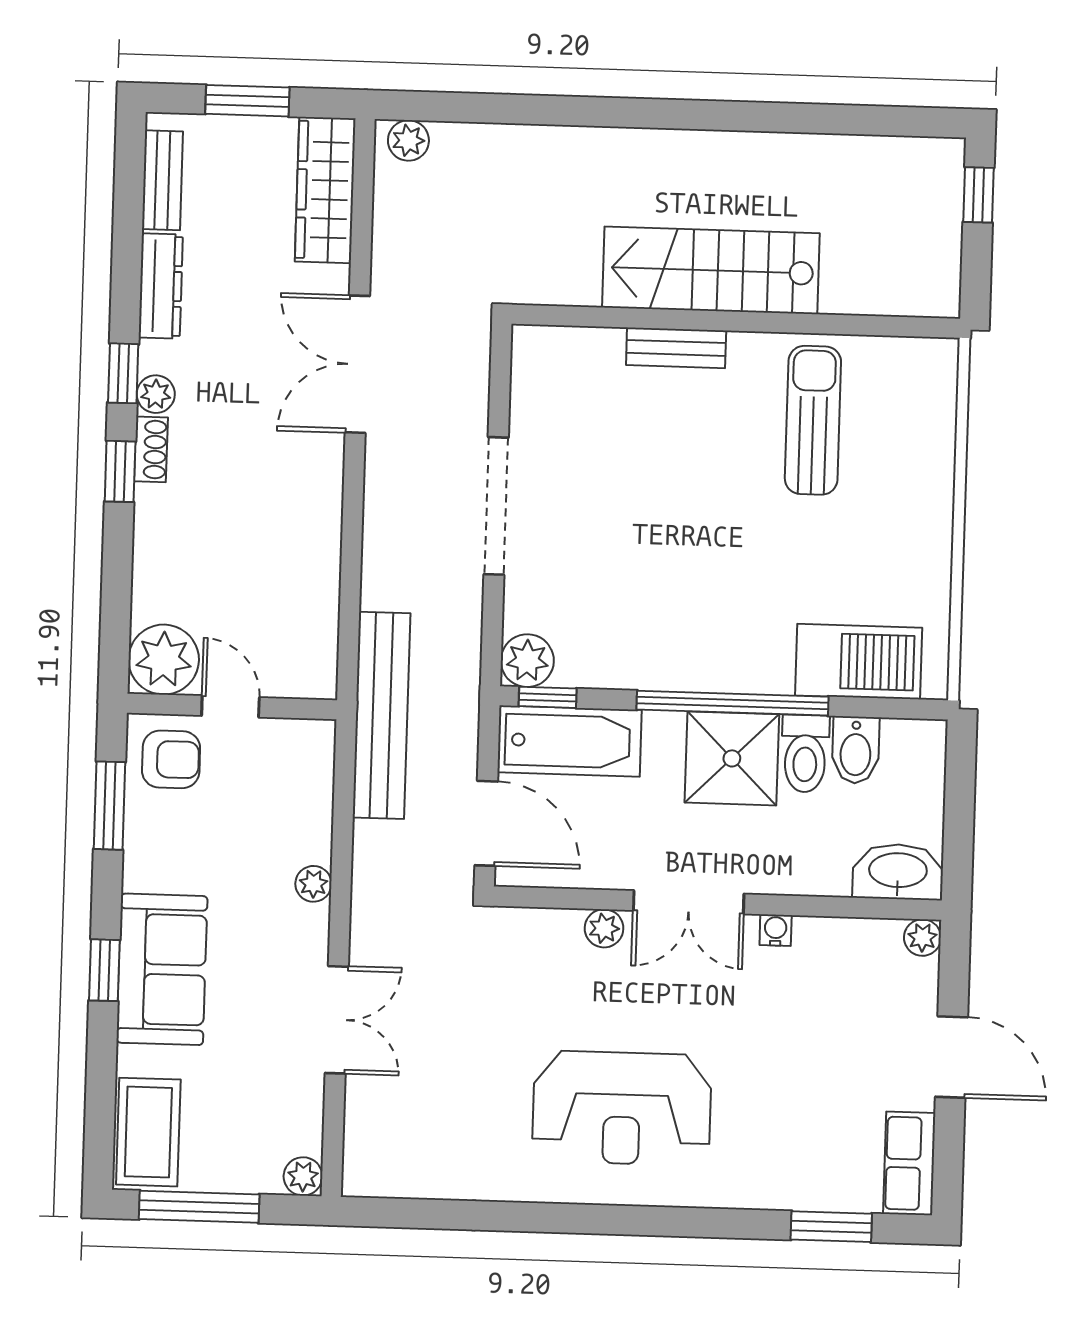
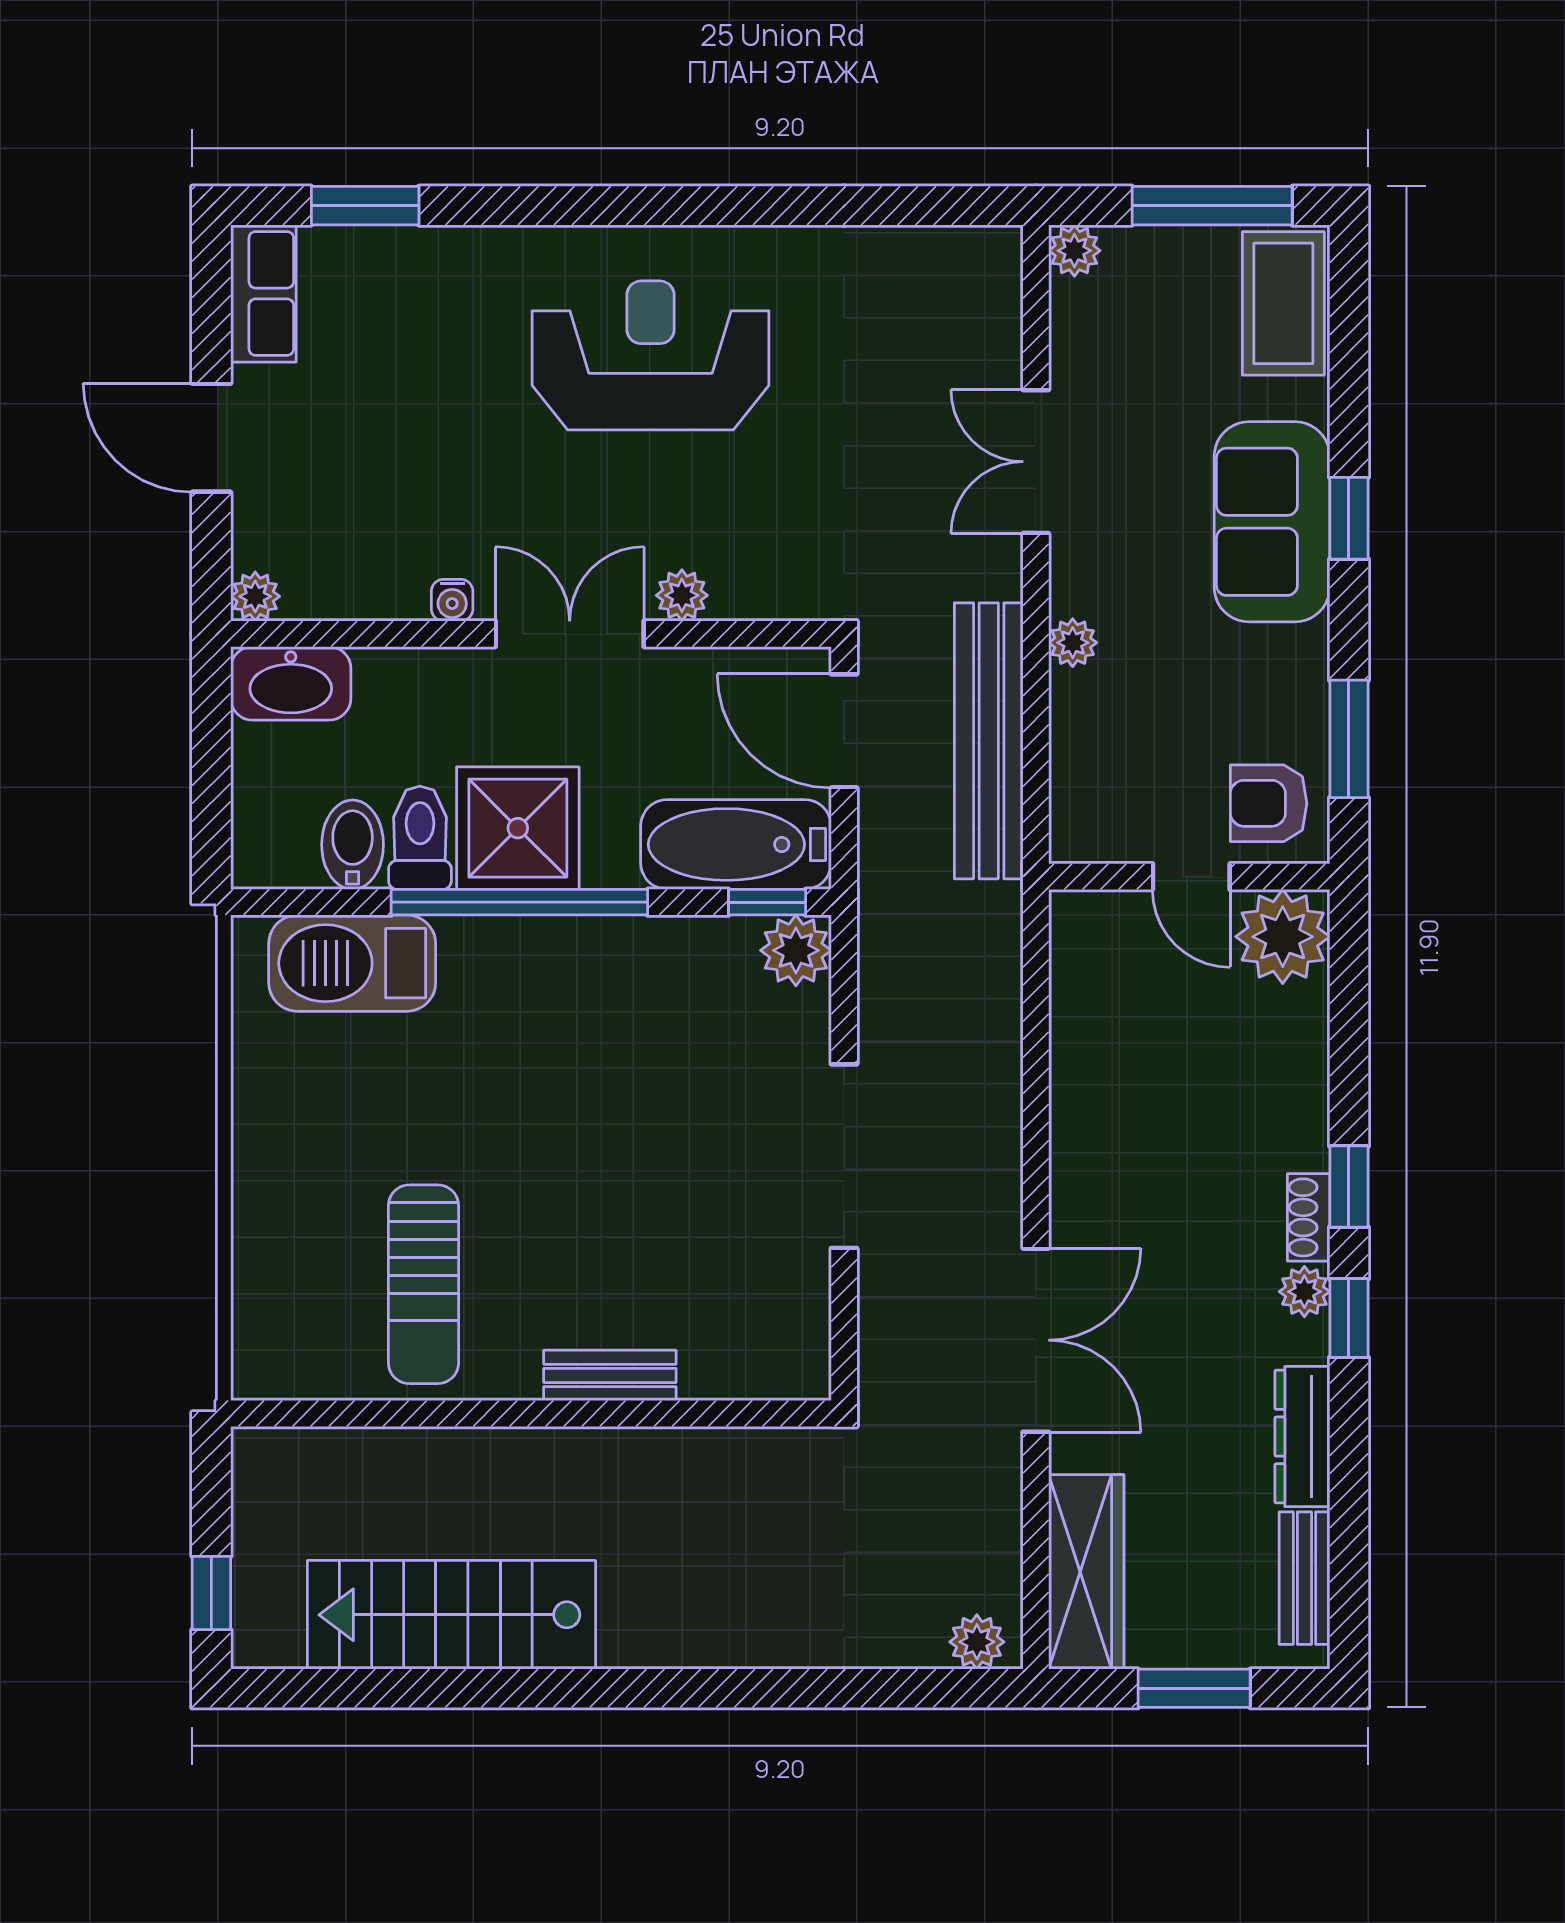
stairs: (711, 270) -> (451, 1615), moved, turned 180
bench: (382, 715) -> (989, 741), moved

